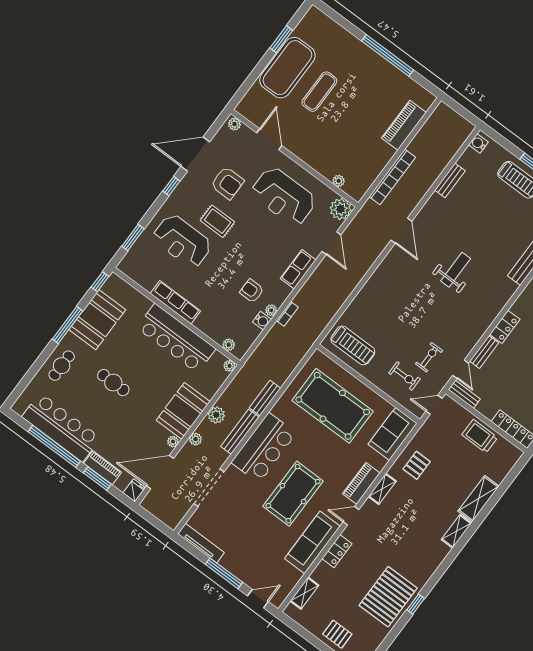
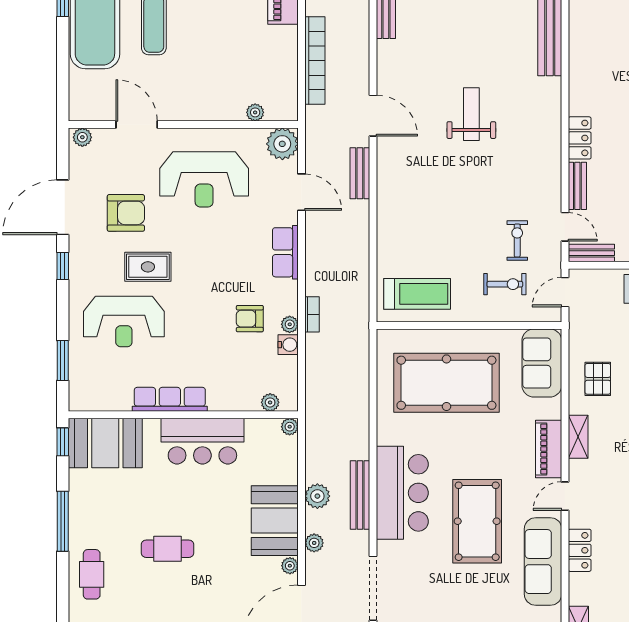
booth: (97, 320) -> (105, 443), moved, turned 90
bar counter: (176, 338) -> (202, 441), width x0.73
bench: (265, 398) -> (360, 173), moved

